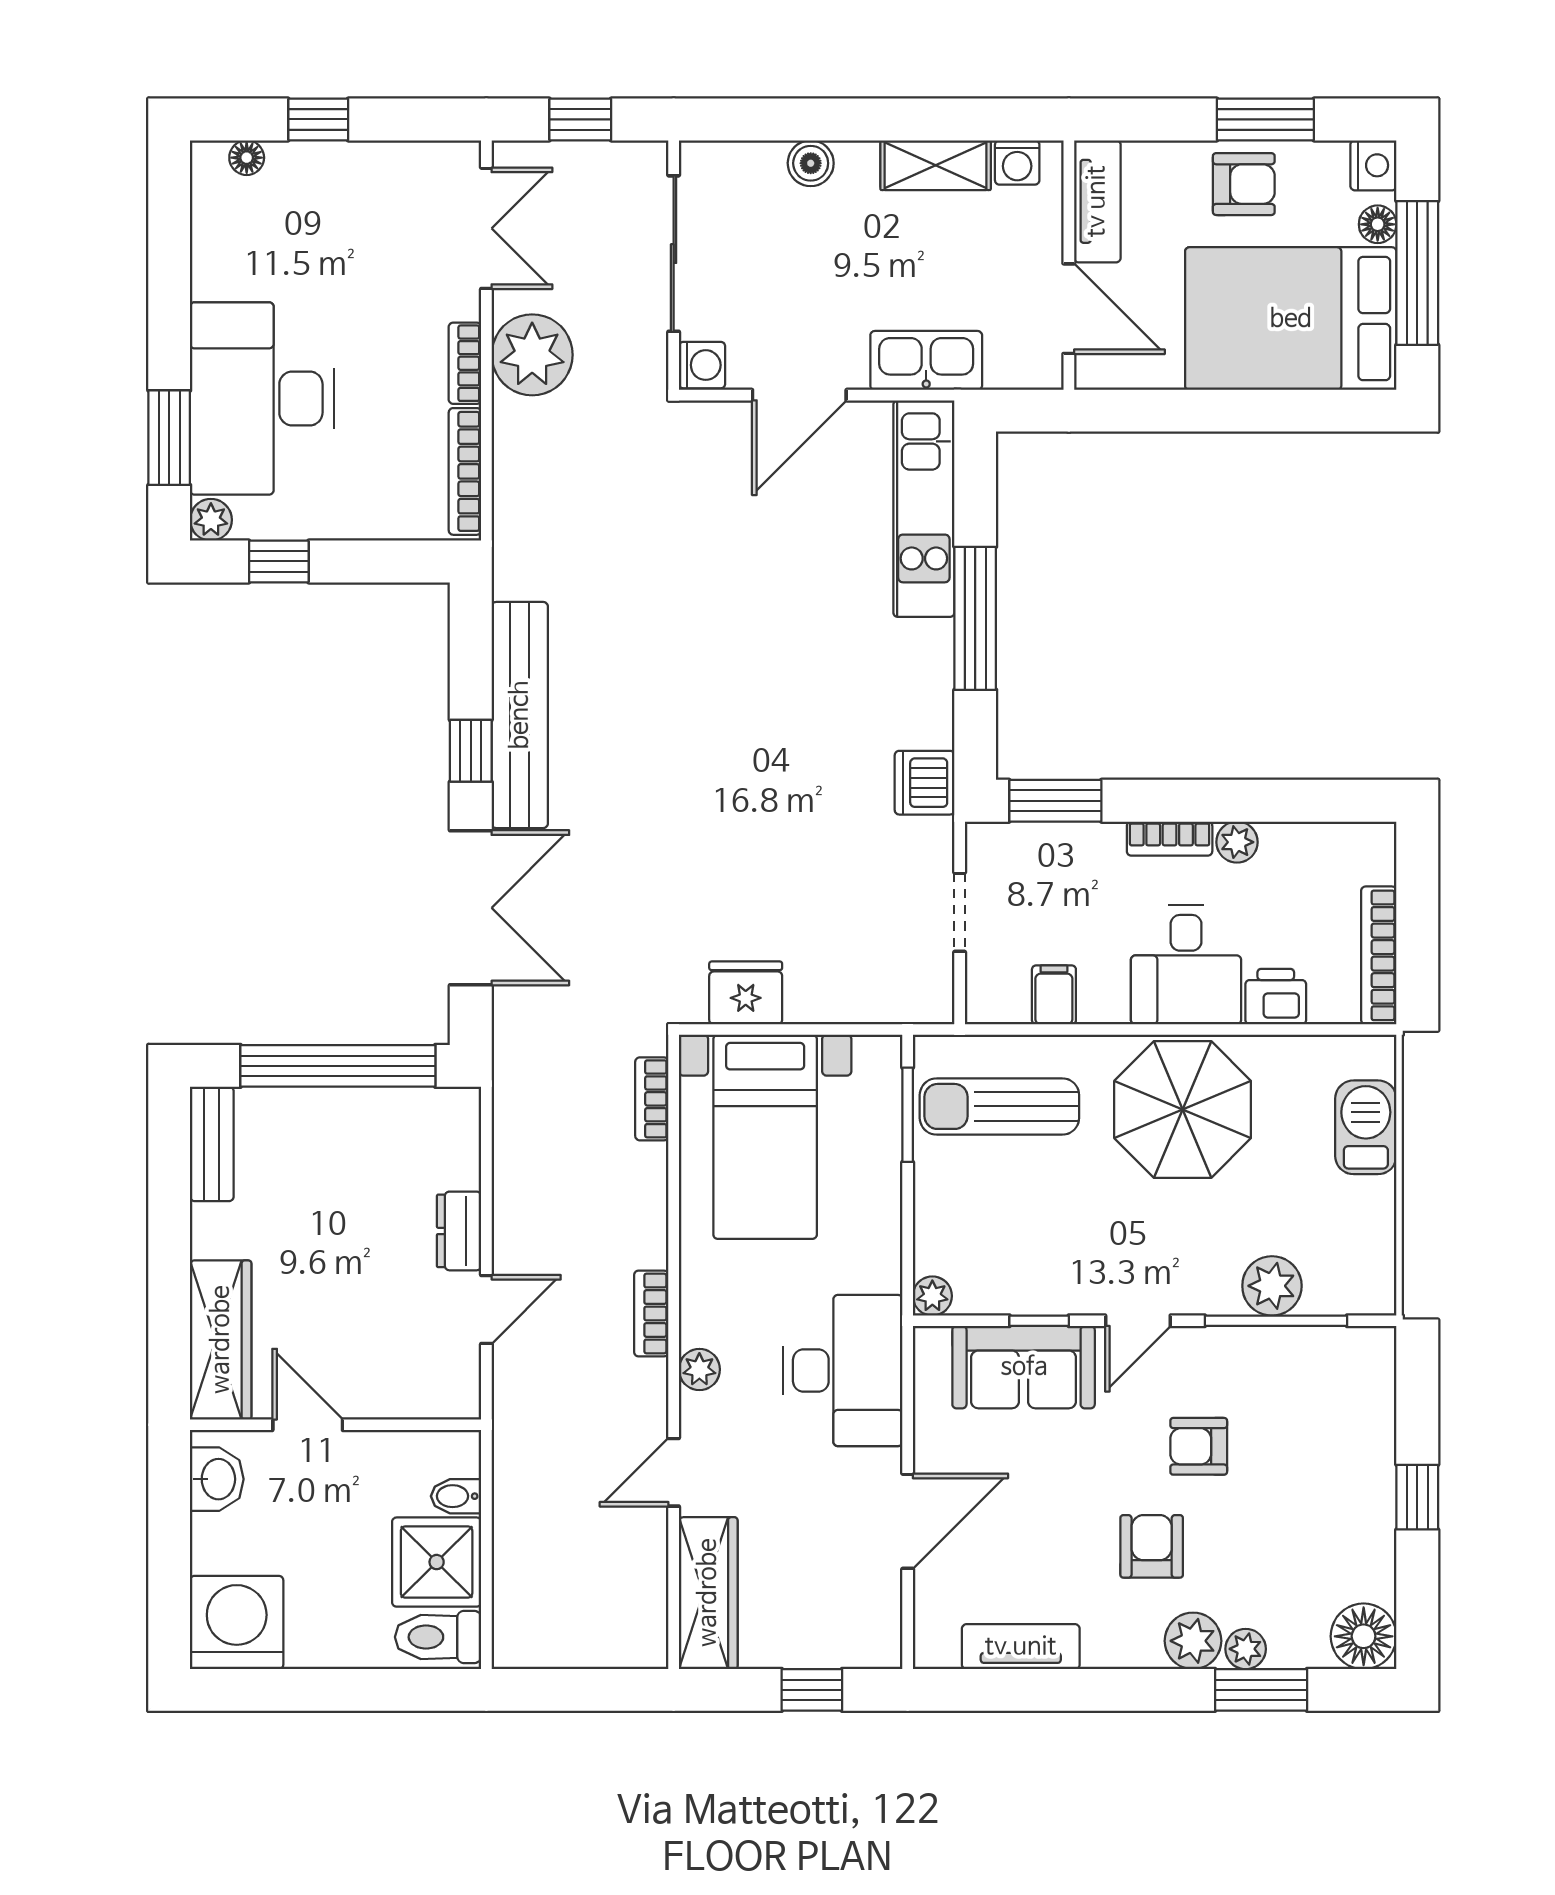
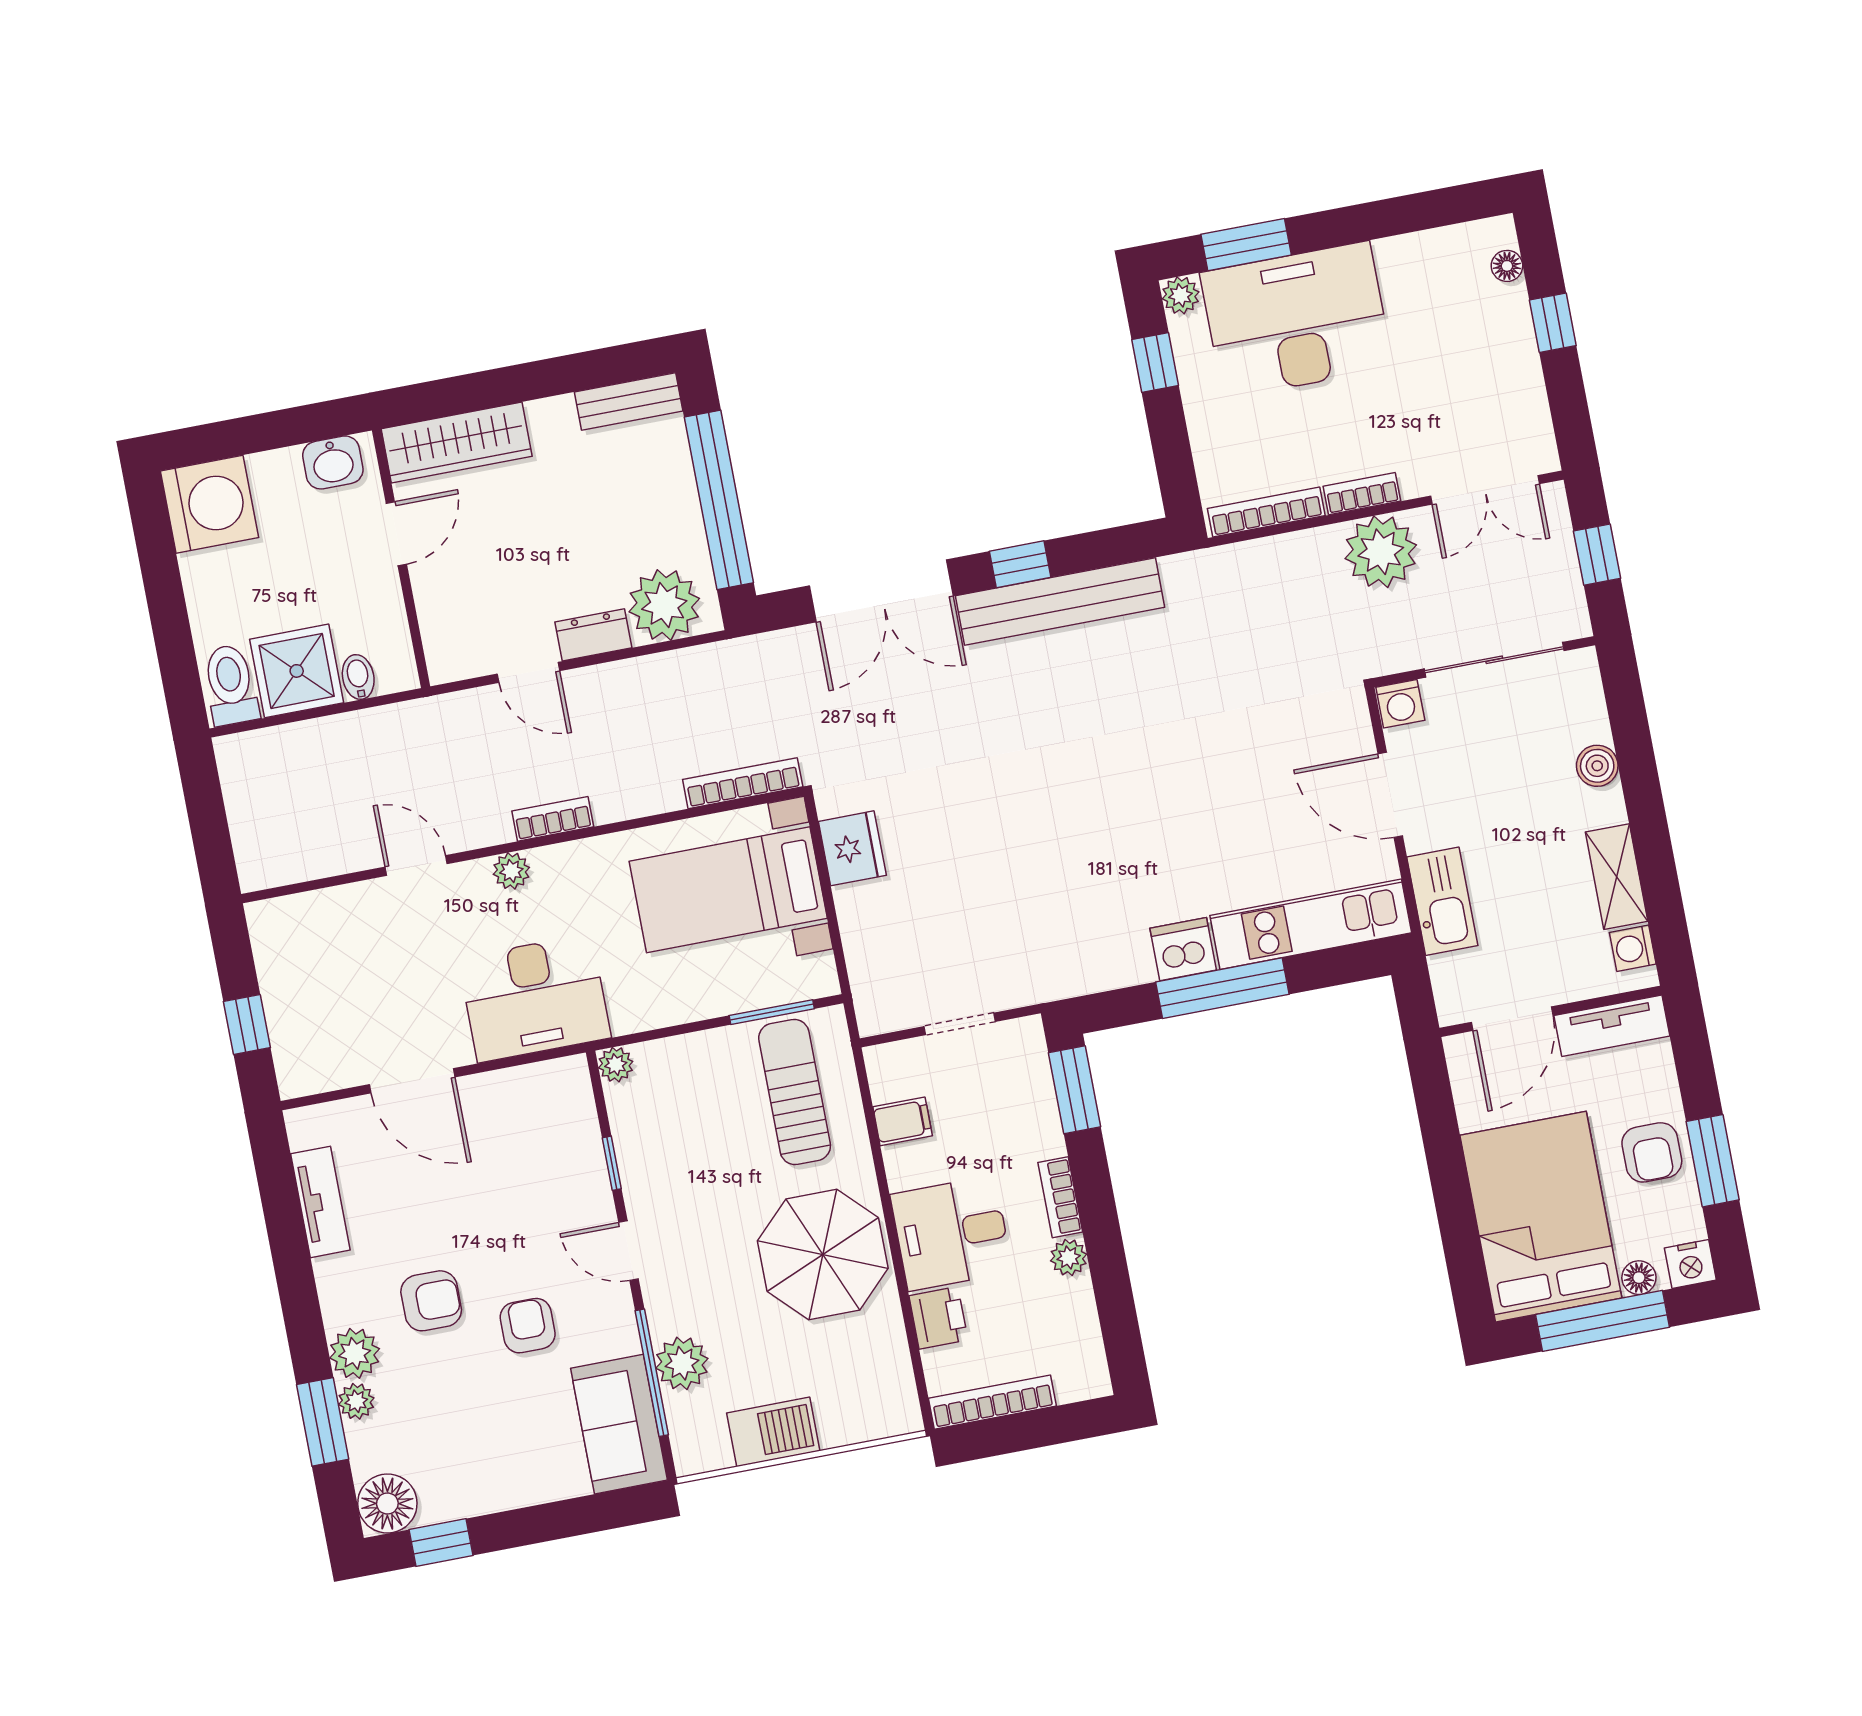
dishwasher: (925, 783) -> (1183, 949), moved
bookcase: (652, 1099) -> (743, 783), width x1.56
barbecue: (1366, 1127) -> (773, 1432), moved
plant: (441, 1147) -> (664, 605), added
sofa: (1024, 1367) -> (619, 1424), moved
window: (1417, 1497) -> (441, 1542), moved
wardrobe: (708, 1593) -> (315, 916), removed

